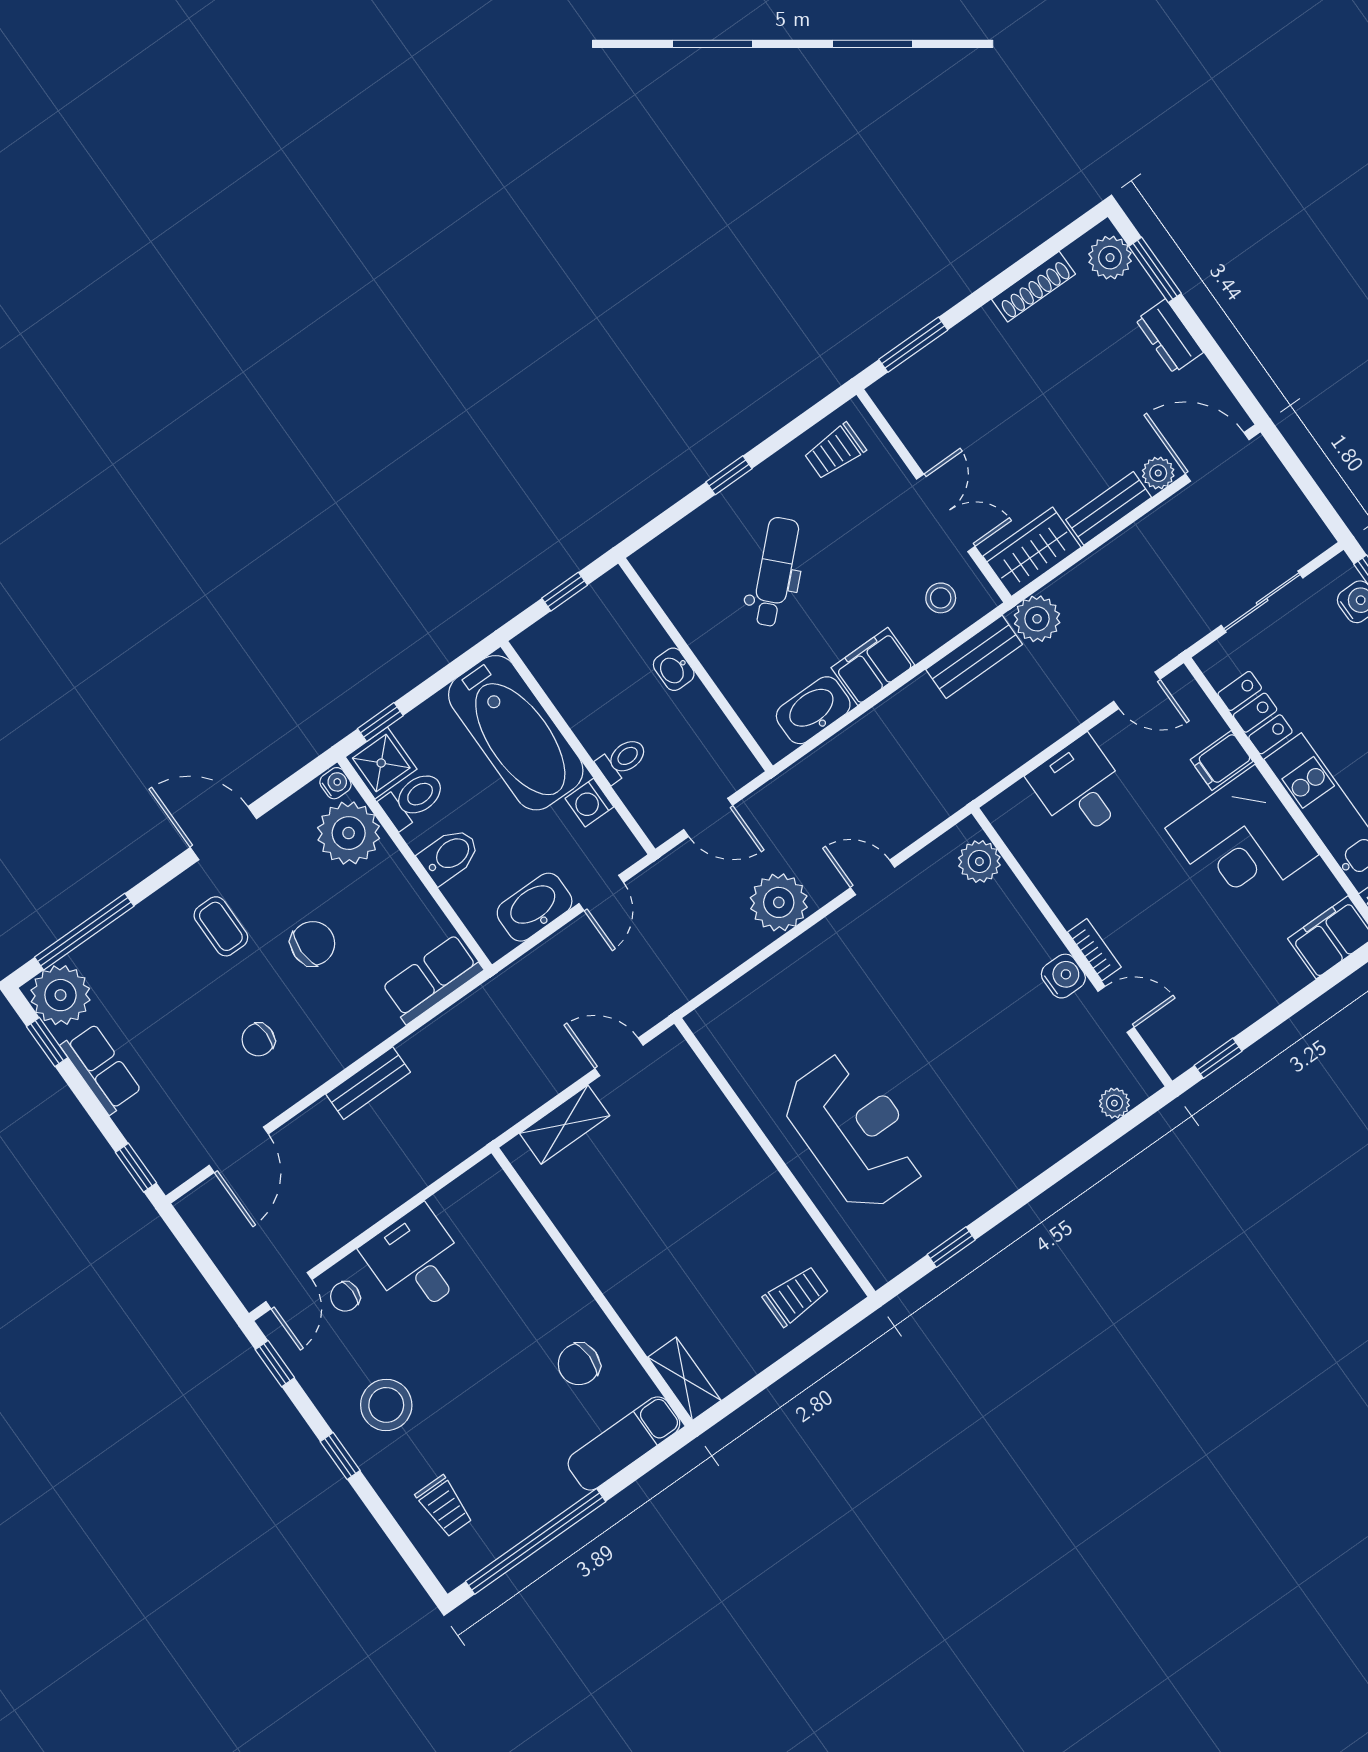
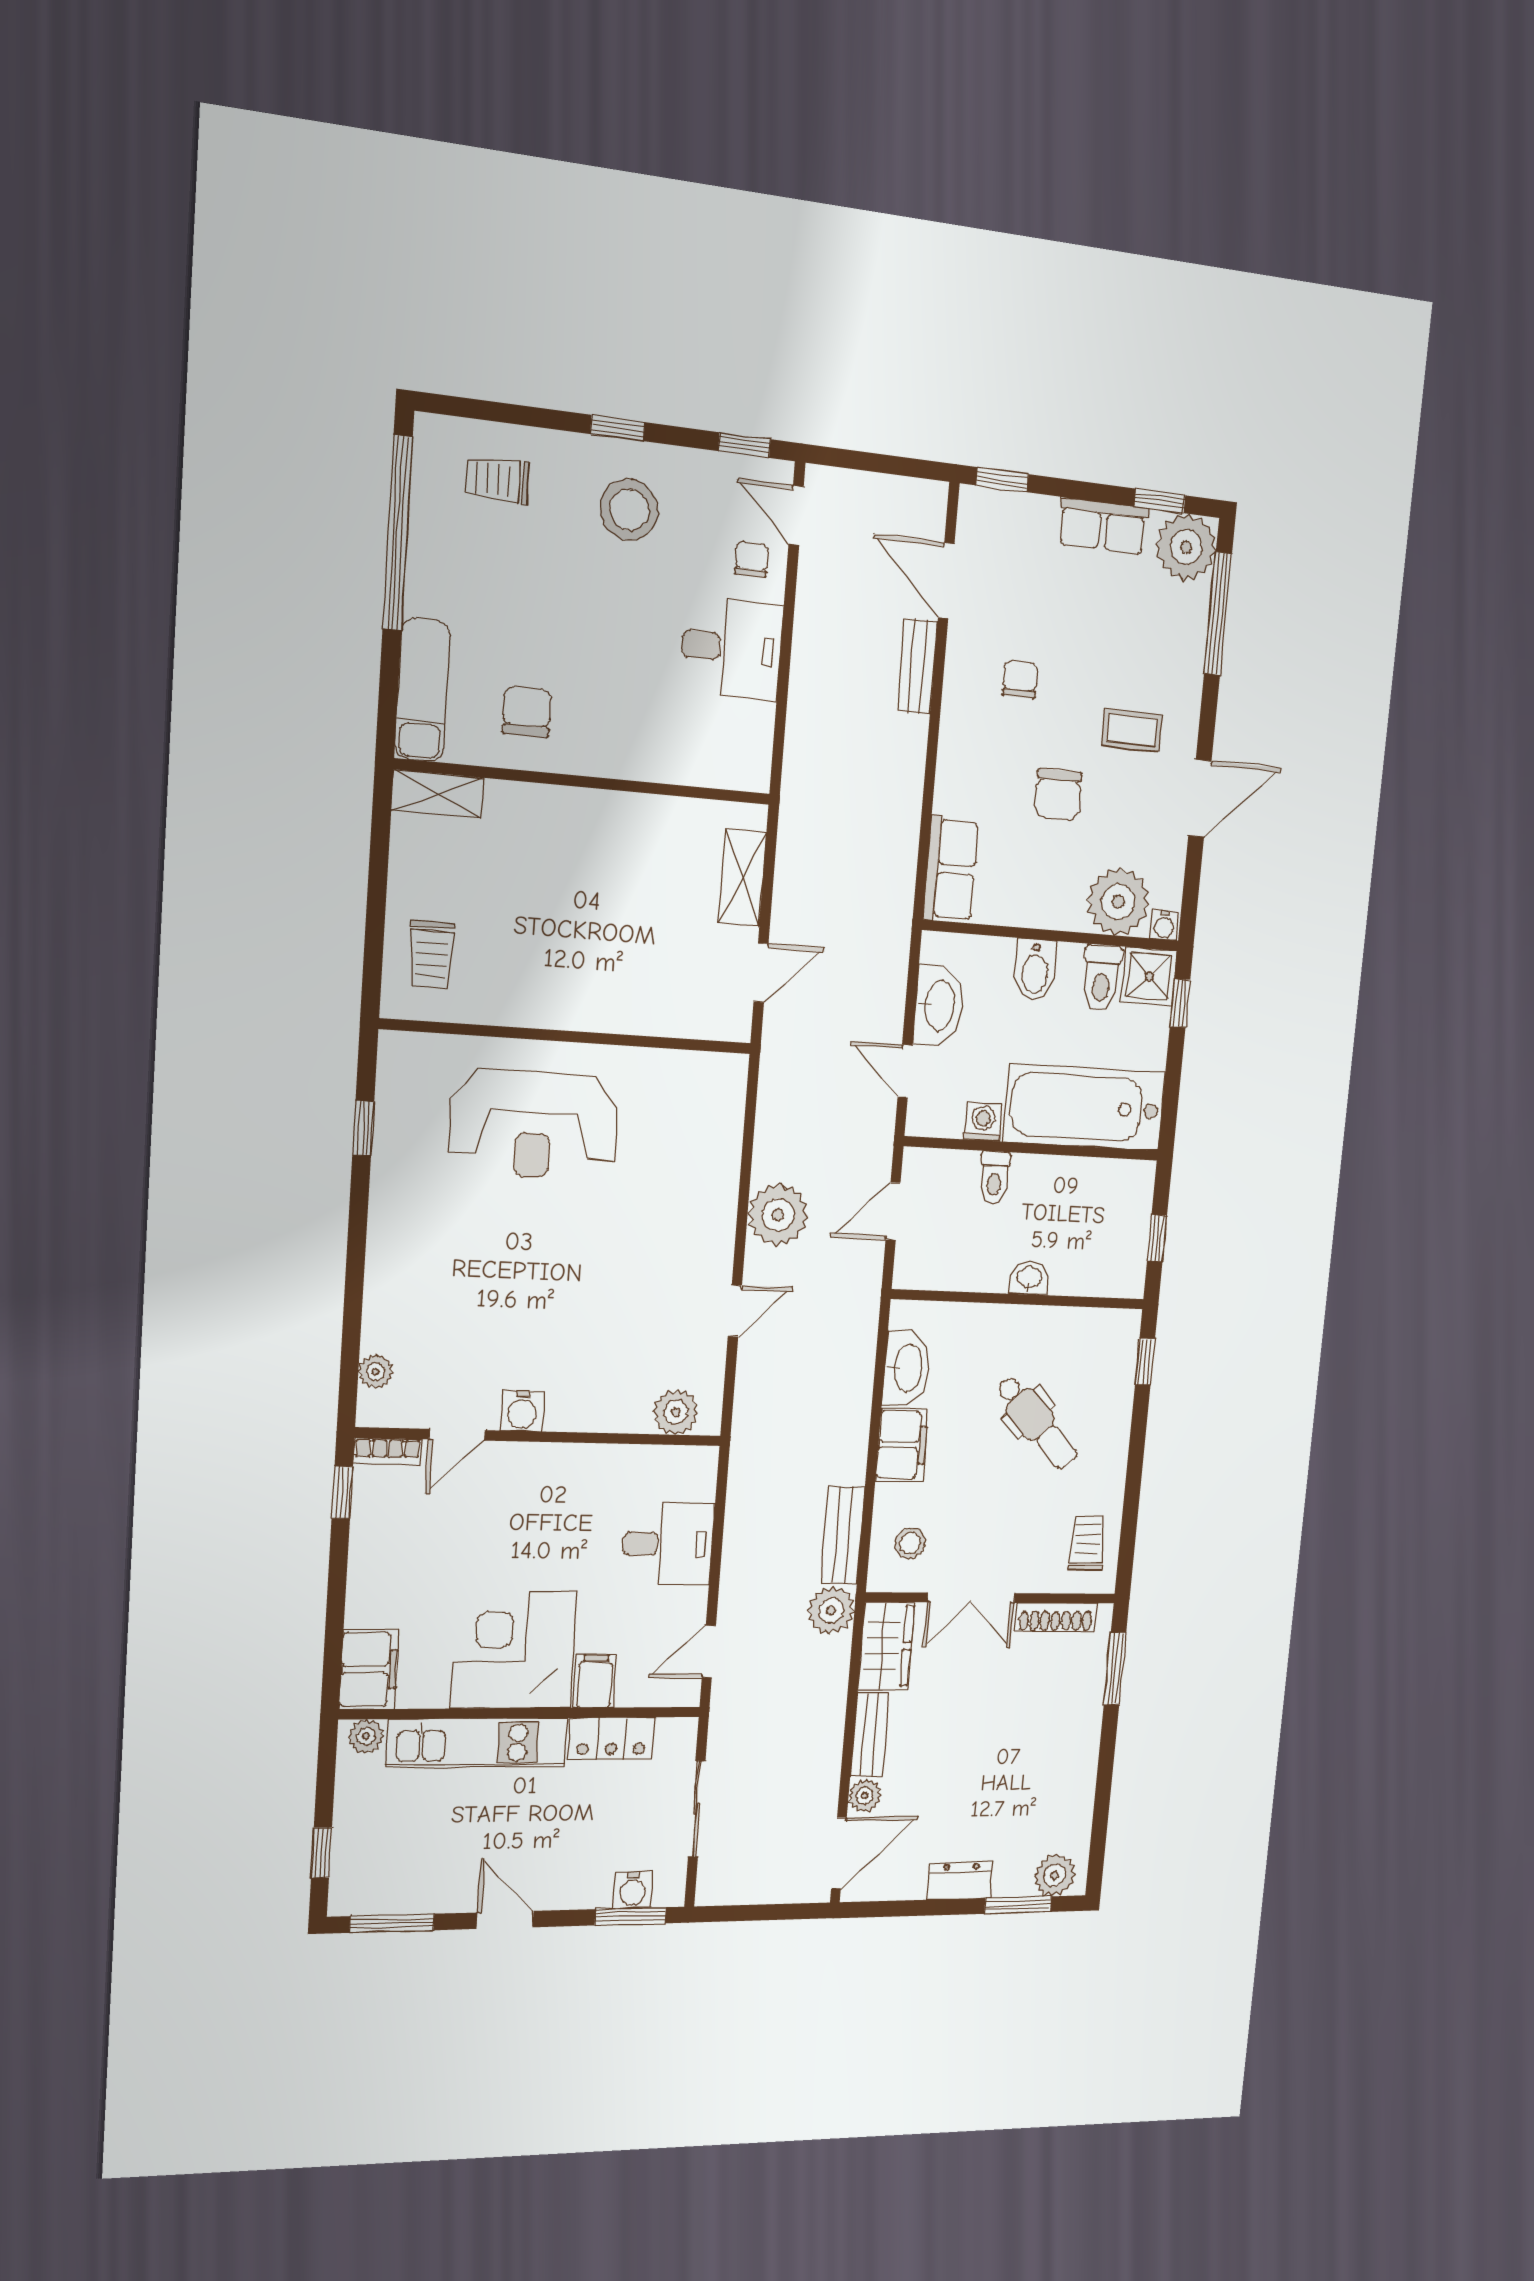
shoe rack: (1033, 287) -> (1056, 1617), moved, turned -90
window: (729, 475) -> (1145, 1362), moved
bookcase: (1094, 950) -> (387, 1452), moved
bench: (368, 1083) -> (917, 667), moved

